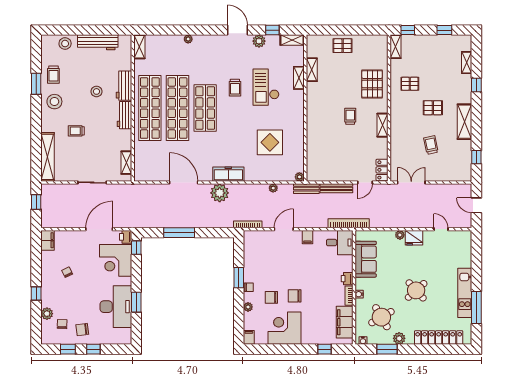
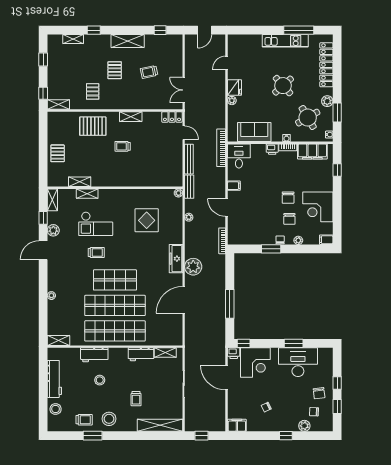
workbench: (125, 115) -> (141, 354), moved

